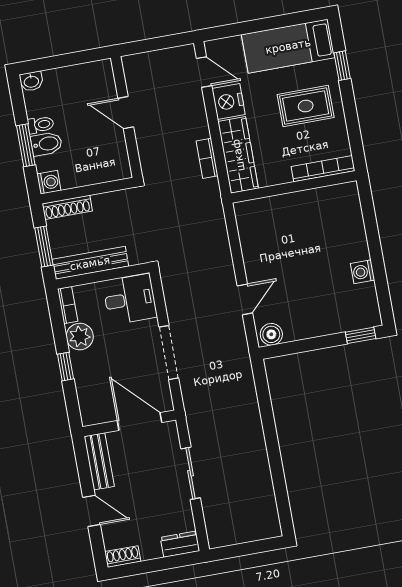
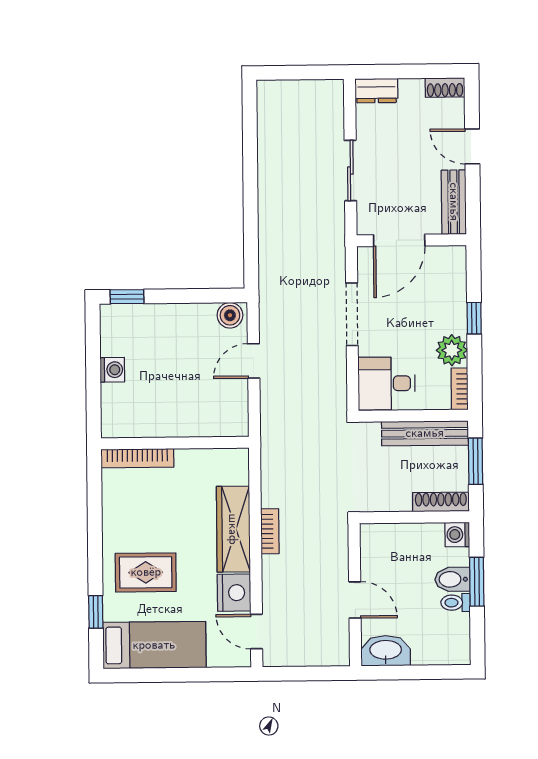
washbasin: (31, 81) -> (386, 651), moved, width x1.91, depth x1.45
bookcase: (323, 169) -> (137, 458), moved
wall: (294, 187) -> (175, 443), moved
door: (140, 421) -> (399, 240), hinge flipped

